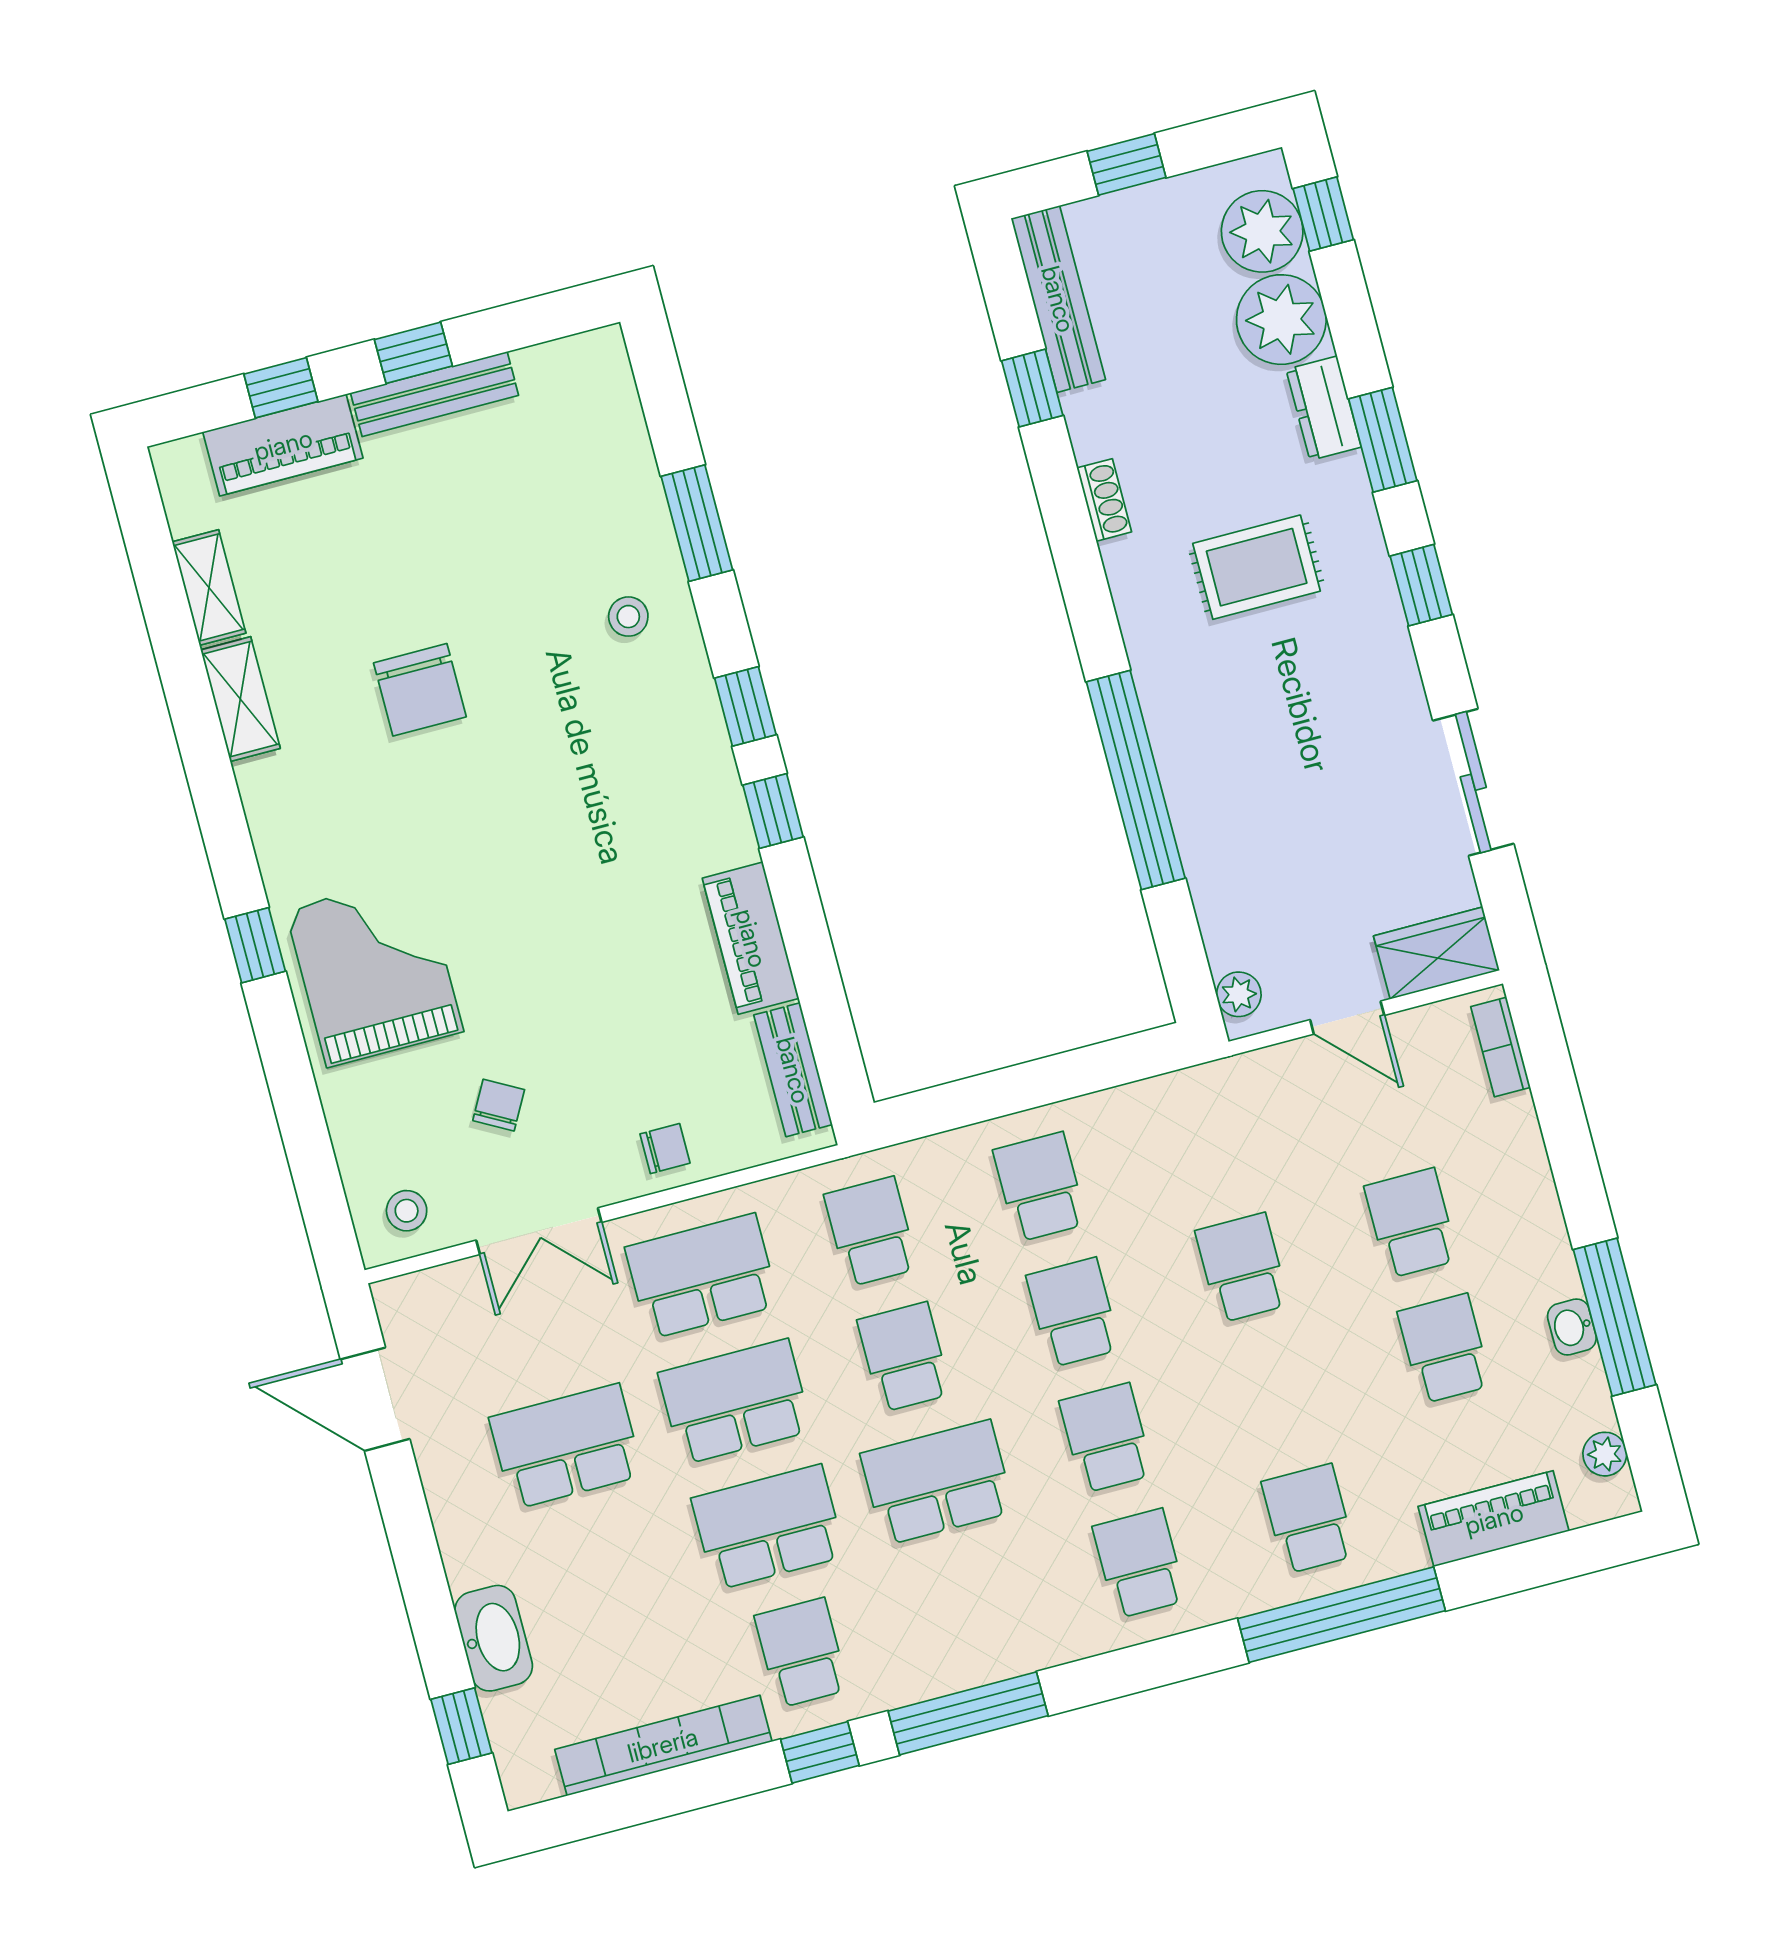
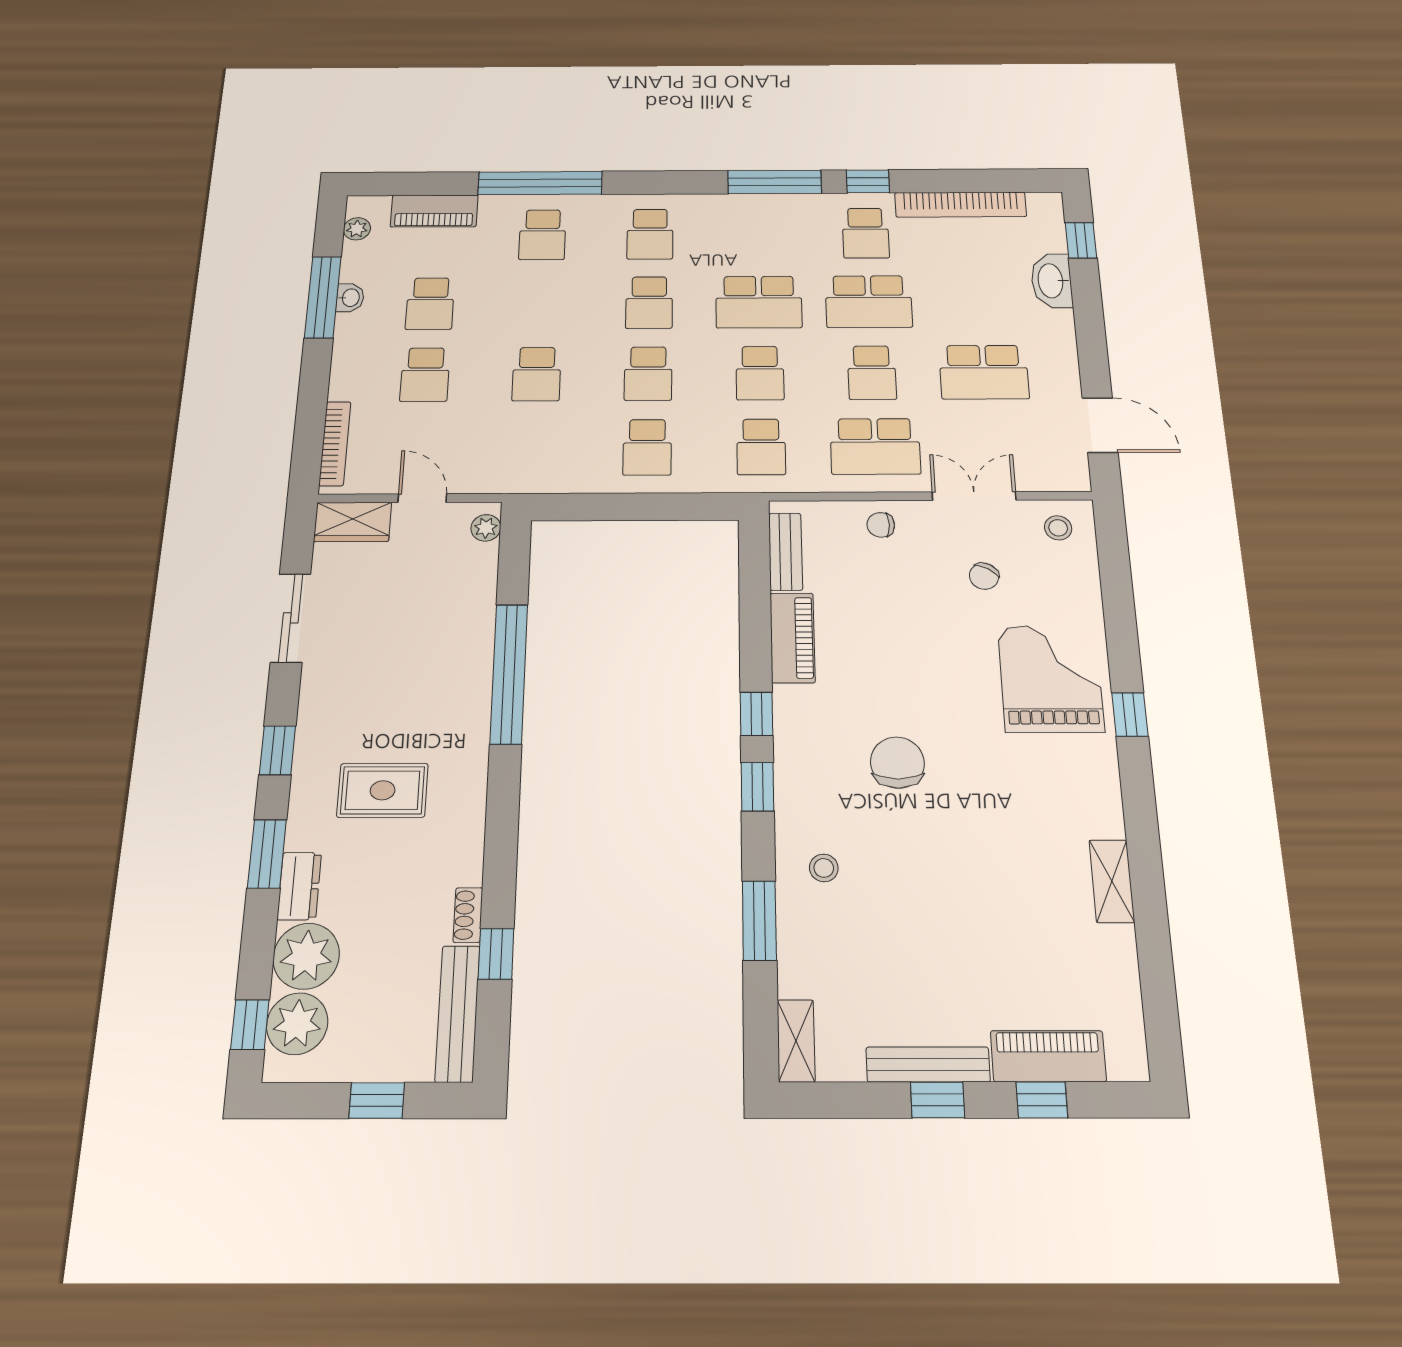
shoe rack: (1104, 500) -> (468, 915), moved
shelving: (209, 587) -> (796, 1041), moved
chair: (420, 690) -> (897, 763), moved
grand piano: (374, 971) -> (1051, 679), turned 180
bookcase: (1501, 1047) -> (335, 444), width x1.56
school desk: (735, 1402) -> (872, 373), width x0.54

